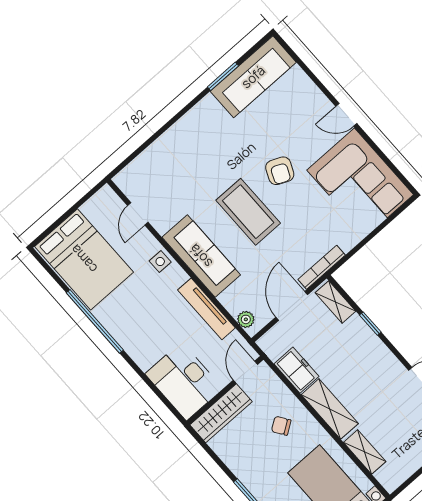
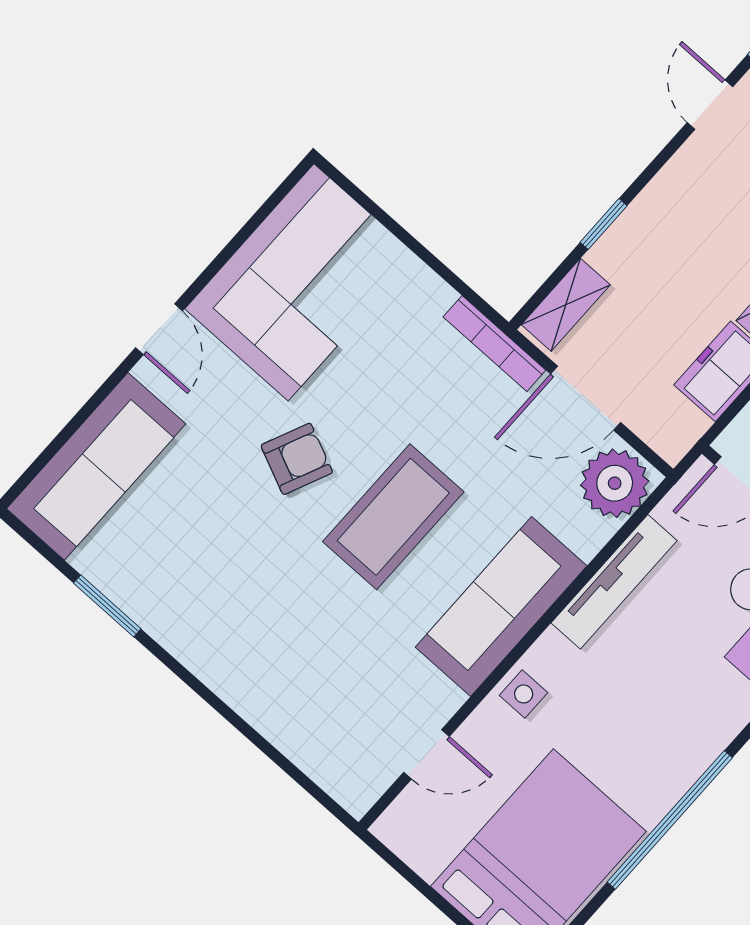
sofa: (253, 77) -> (96, 466), moved, turned 90
plant: (246, 319) -> (615, 483), width x1.88, depth x1.88

